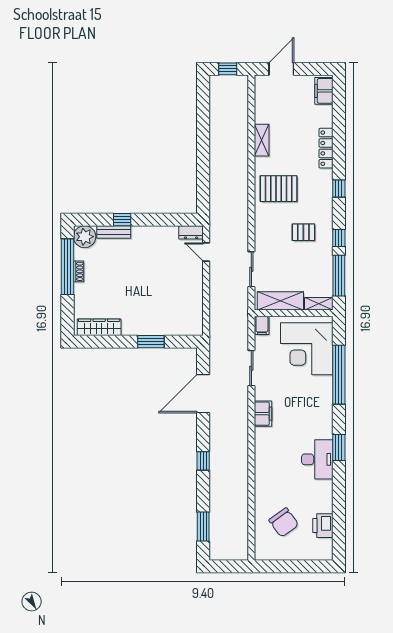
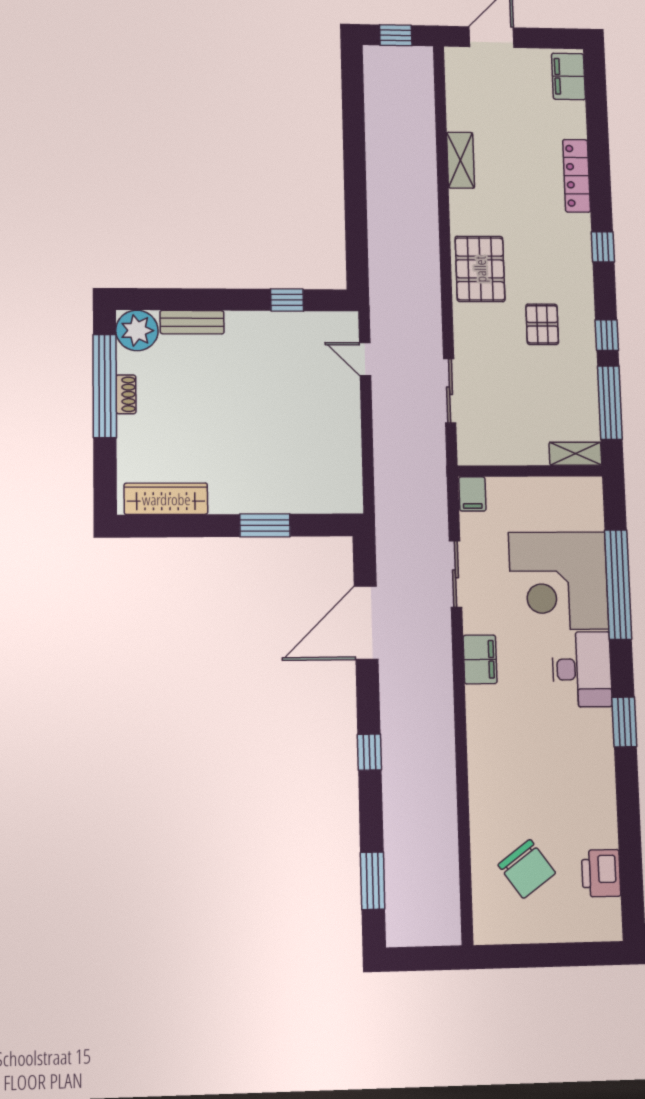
pallet: (279, 189) -> (480, 269), moved, turned 90
window: (122, 220) -> (287, 300), moved
dresser: (191, 232) -> (336, 324), removed
pallet: (303, 232) -> (542, 324), turned 90
shelving: (280, 301) -> (505, 449), removed
corner desk: (307, 349) -> (559, 581), moved
desk: (317, 459) -> (582, 669), moved

